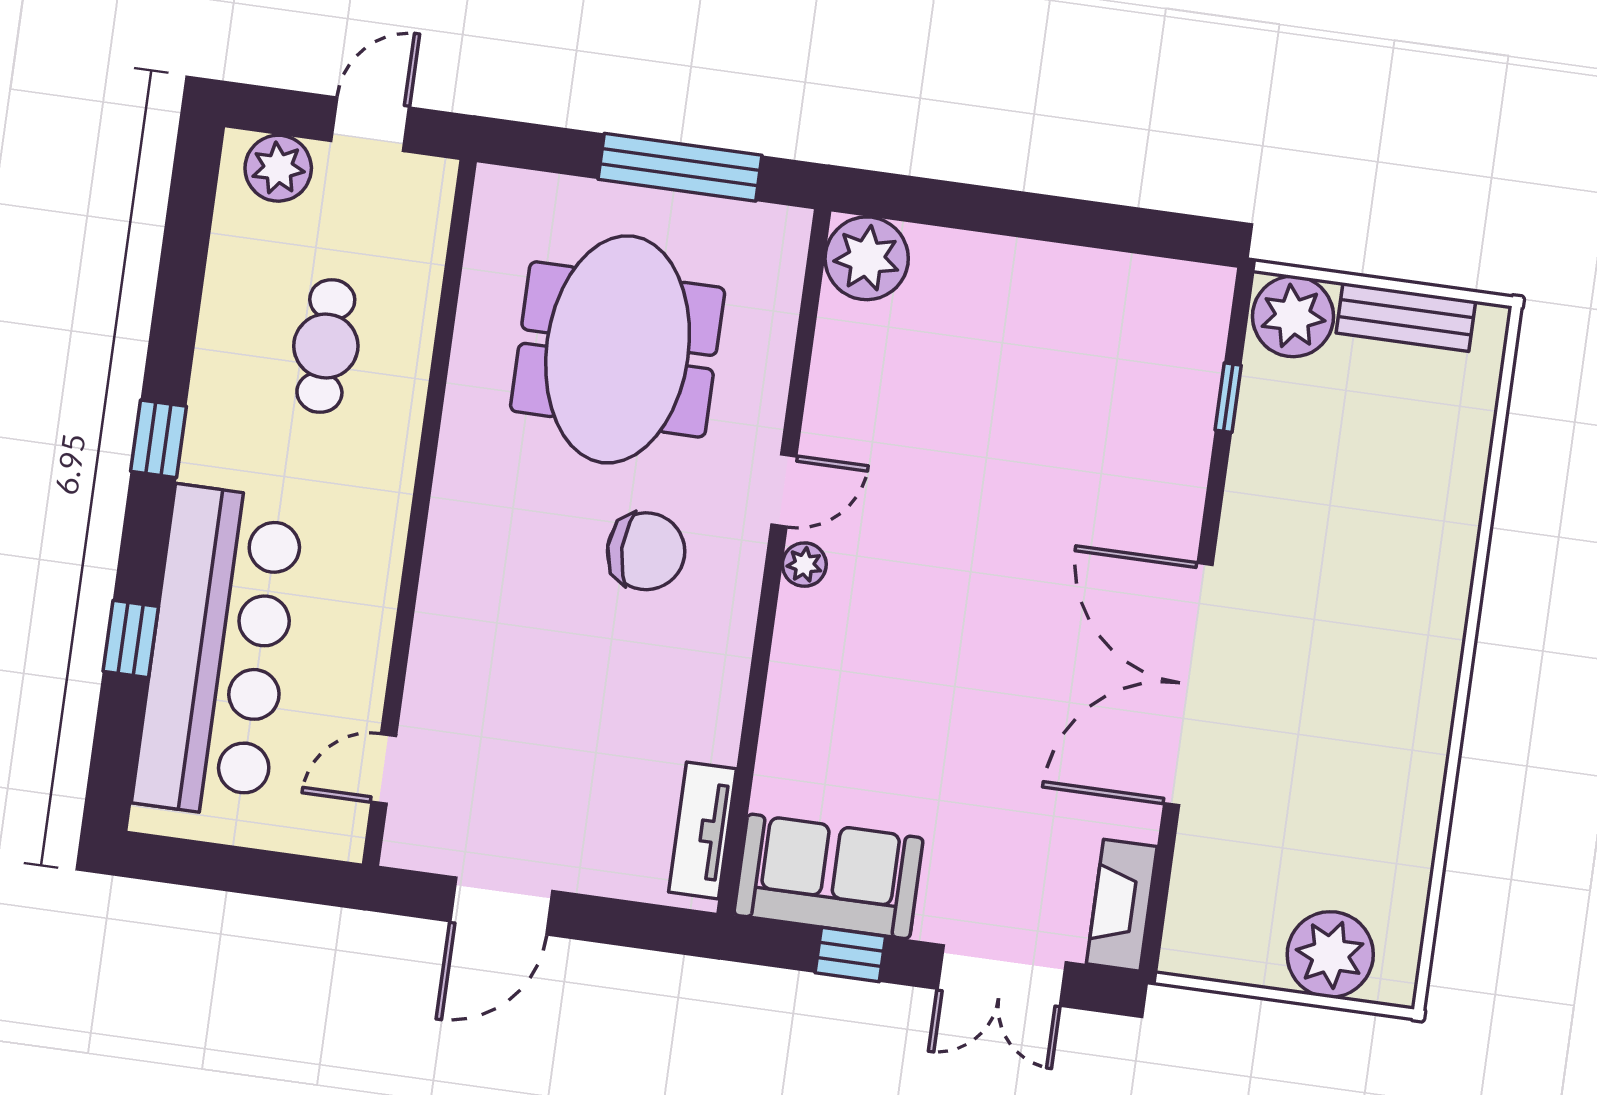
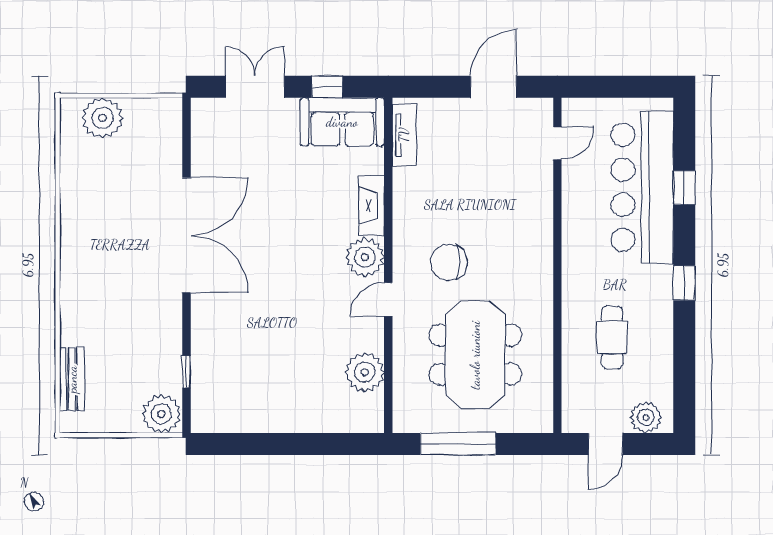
plant: (867, 258) -> (365, 372), moved
bench: (1406, 317) -> (72, 379), moved, turned 90
plant: (804, 565) -> (365, 257), width x1.87, depth x1.87
fireplace: (1122, 905) -> (371, 206), moved, turned 180

